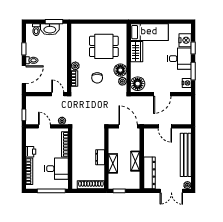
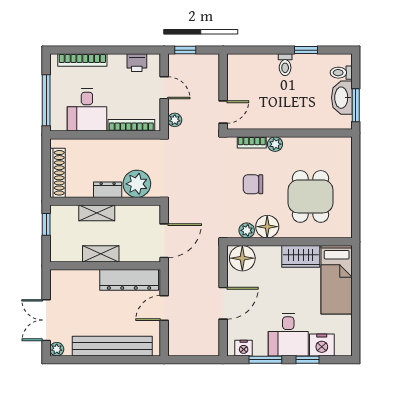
door: (24, 75) -> (259, 50), removed
door: (162, 94) -> (223, 303), swing flipped
door: (44, 126) -> (164, 88), hinge flipped
plant: (97, 141) -> (137, 184), added
printer: (31, 152) -> (137, 63), moved
dresser: (149, 173) -> (129, 280), moved

